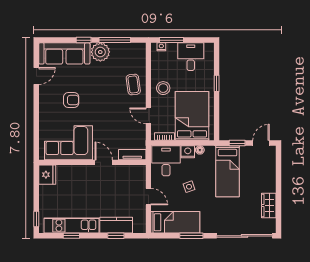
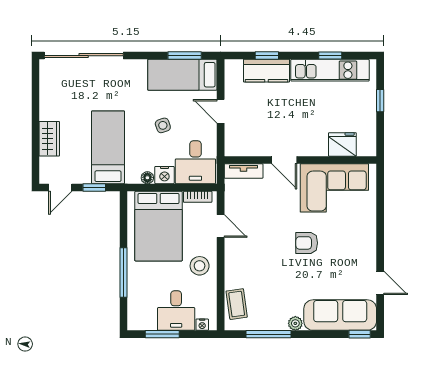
window: (84, 40) -> (360, 334), moved
window: (171, 40) -> (162, 334), moved
plant: (100, 52) -> (295, 323), width x0.53, depth x0.53
desk: (191, 57) -> (176, 311), moved
door: (36, 76) -> (380, 283), swing flipped
window: (217, 83) -> (123, 272), width x2.17
coffee table: (133, 84) -> (237, 304), moved
armchair: (71, 100) -> (307, 243), moved
fridge: (47, 175) -> (342, 144), moved, turned 90
wardrobe: (269, 206) -> (49, 139), moved
window: (36, 219) -> (380, 101), moved
window: (191, 236) -> (185, 56), moved

